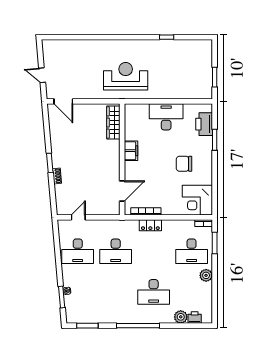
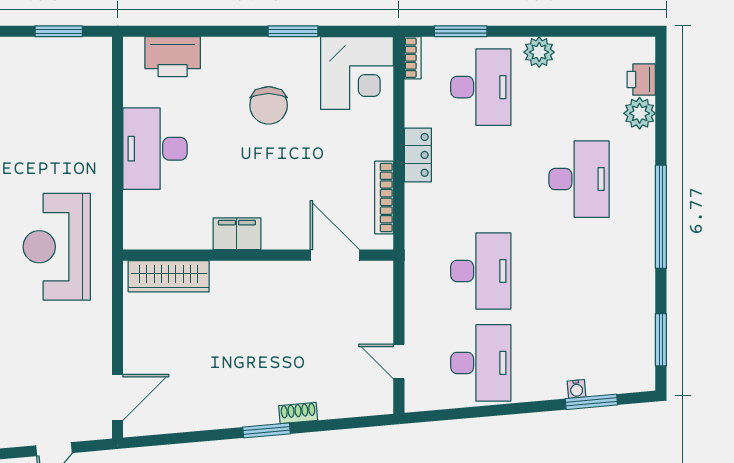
window: (215, 140) -> (293, 31), moved
locker: (150, 225) -> (418, 155), moved

